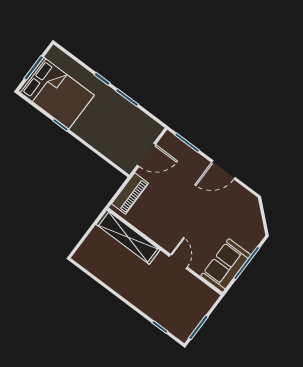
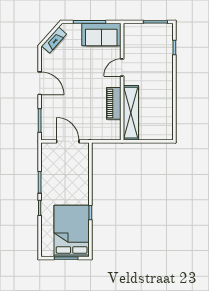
piano: (130, 194) -> (114, 103), moved, turned -90
fireplace: (255, 215) -> (54, 40), added

